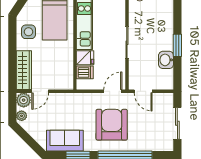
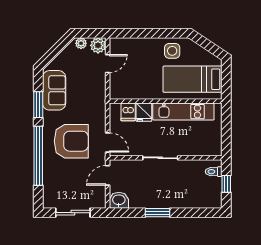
washbasin: (166, 60) -> (119, 200), moved
wardrobe: (24, 70) -> (131, 46), removed
door: (40, 91) -> (108, 64), swing flipped

